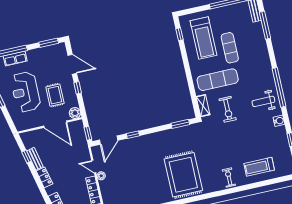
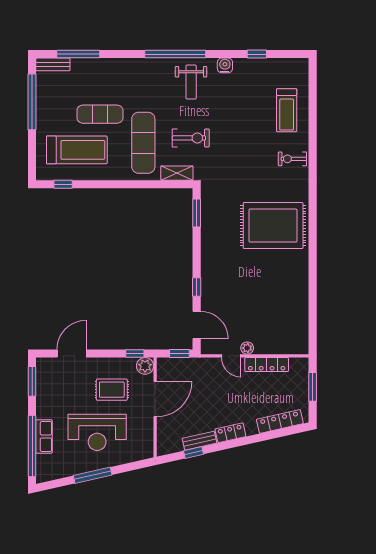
window: (78, 88) -> (135, 353), moved
door: (94, 167) -> (231, 356), hinge flipped

